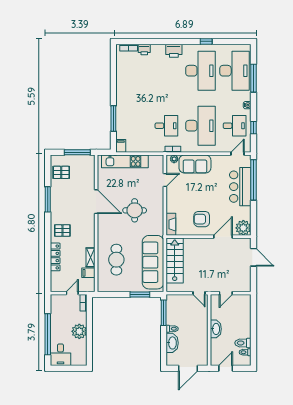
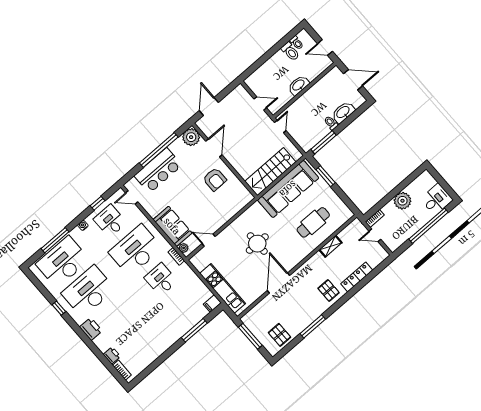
window: (253, 180) -> (159, 150), moved
fireplace: (171, 224) -> (242, 202), removed
door: (223, 237) -> (214, 148), swing flipped
filing cabinet: (88, 273) -> (345, 236), removed

